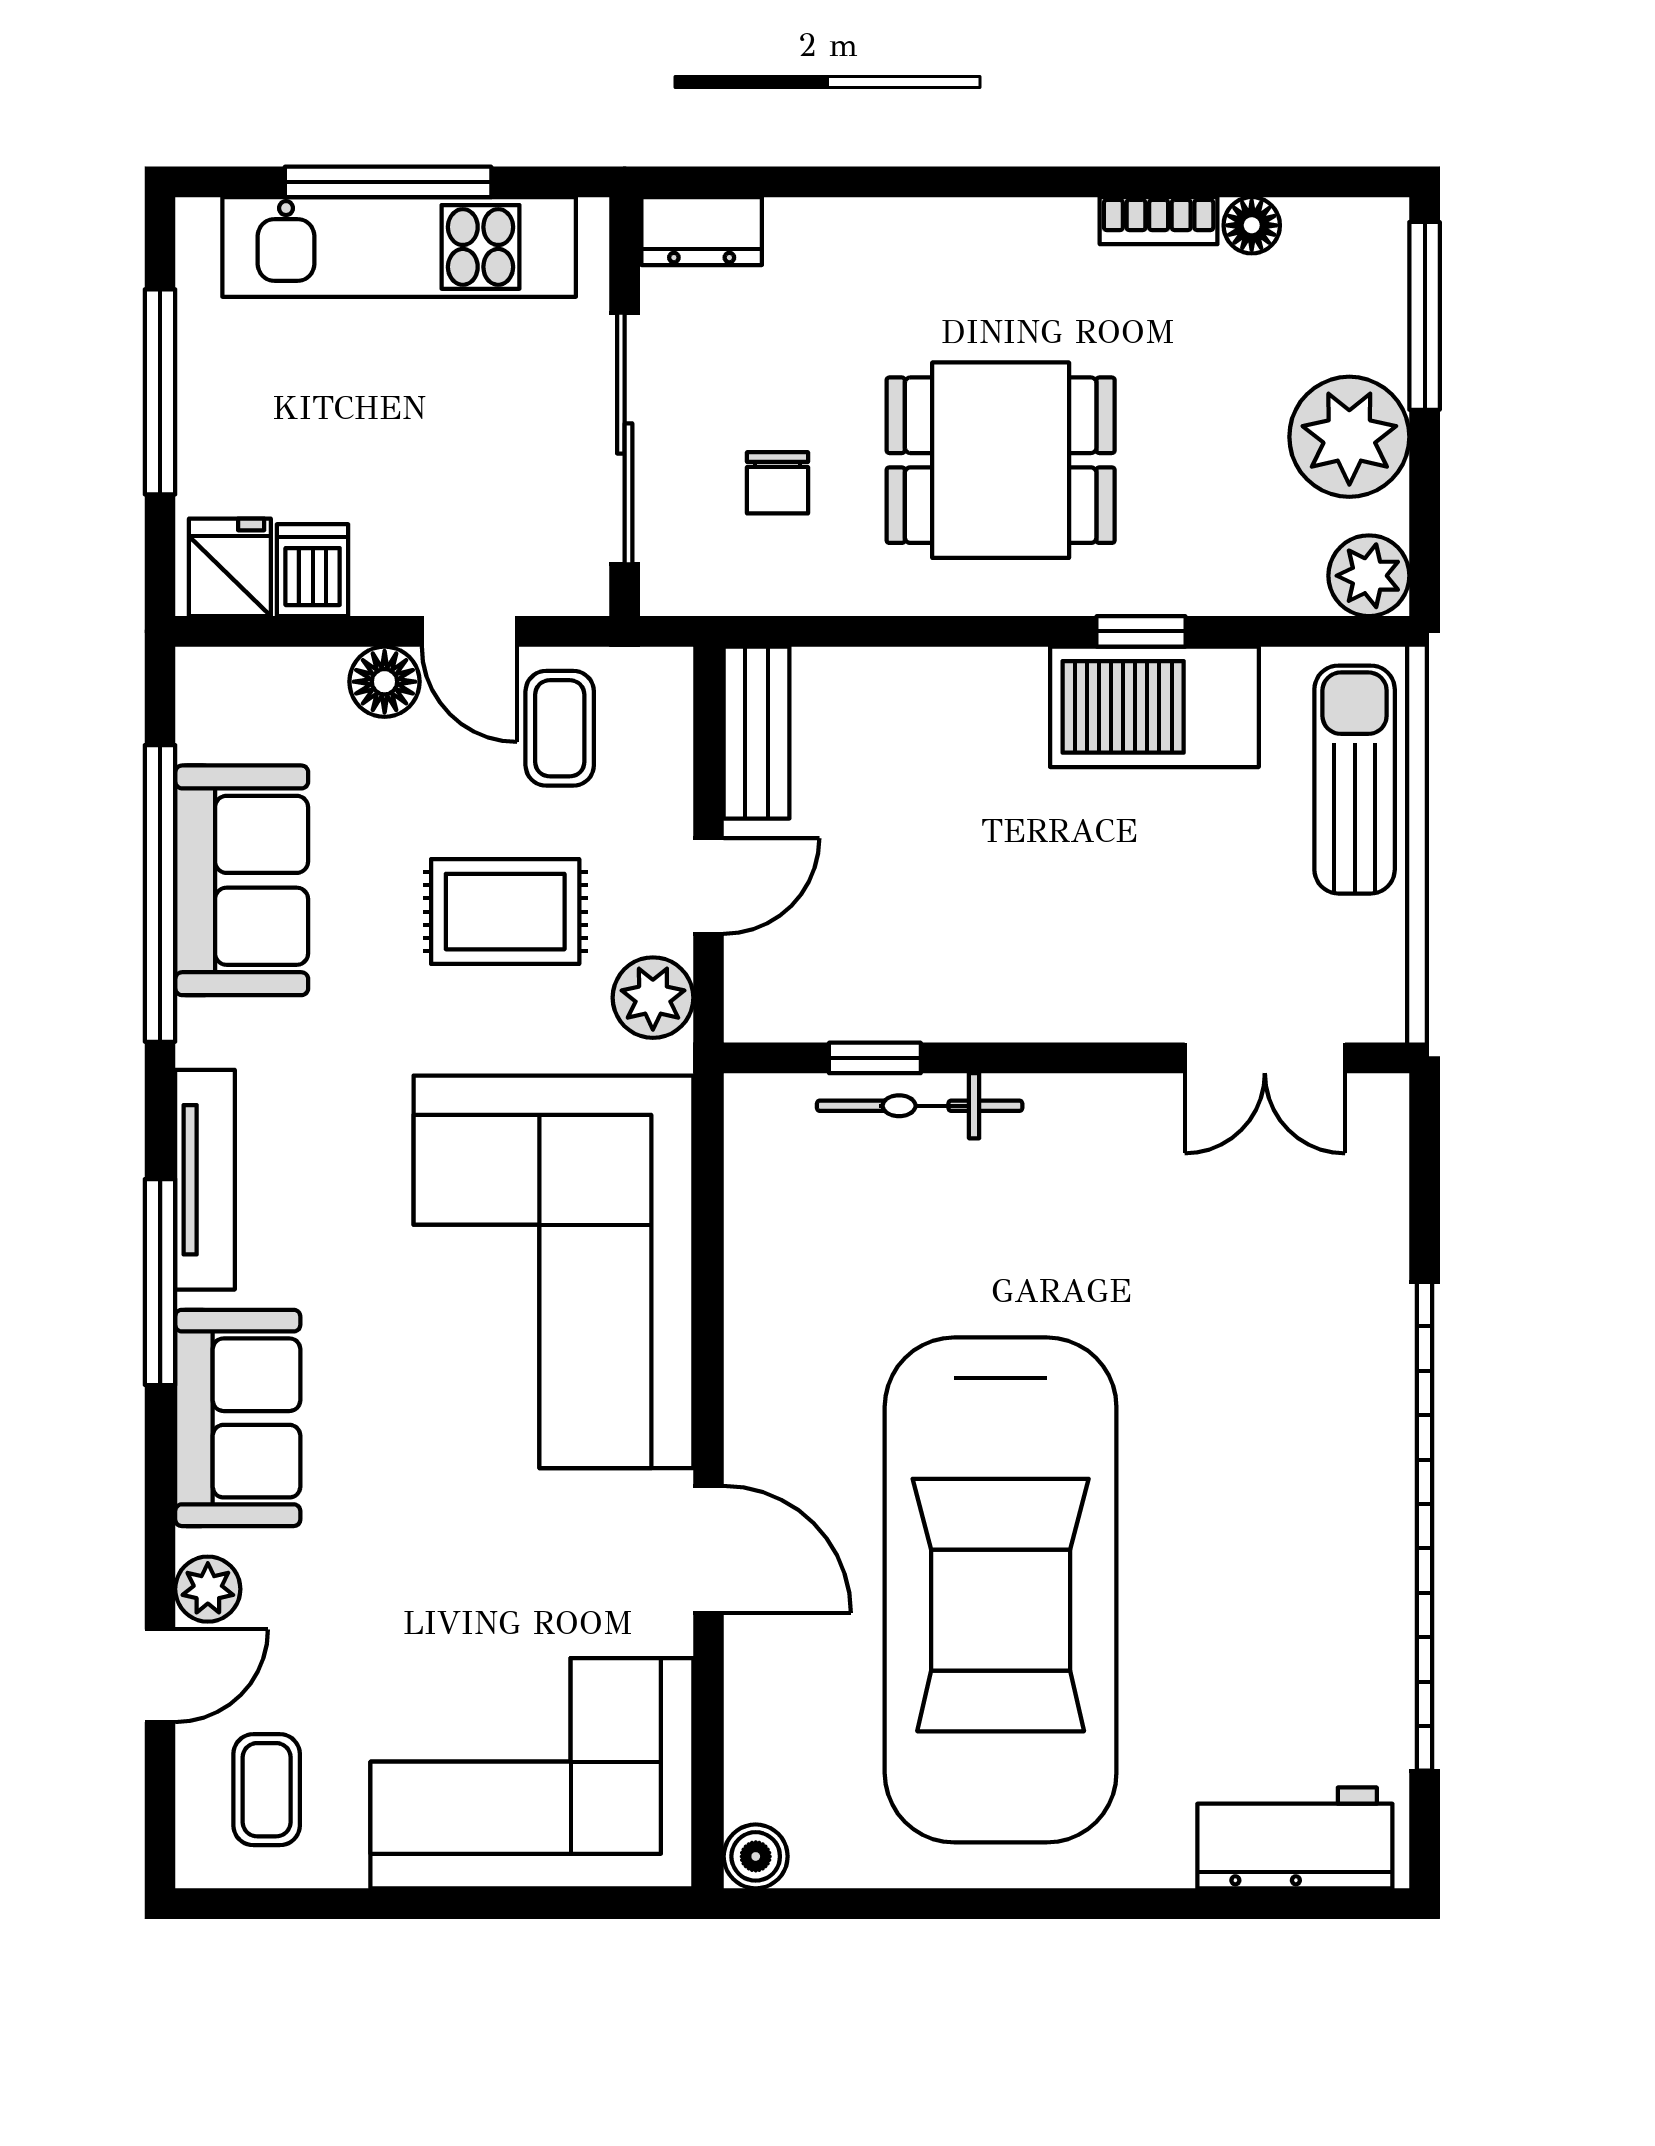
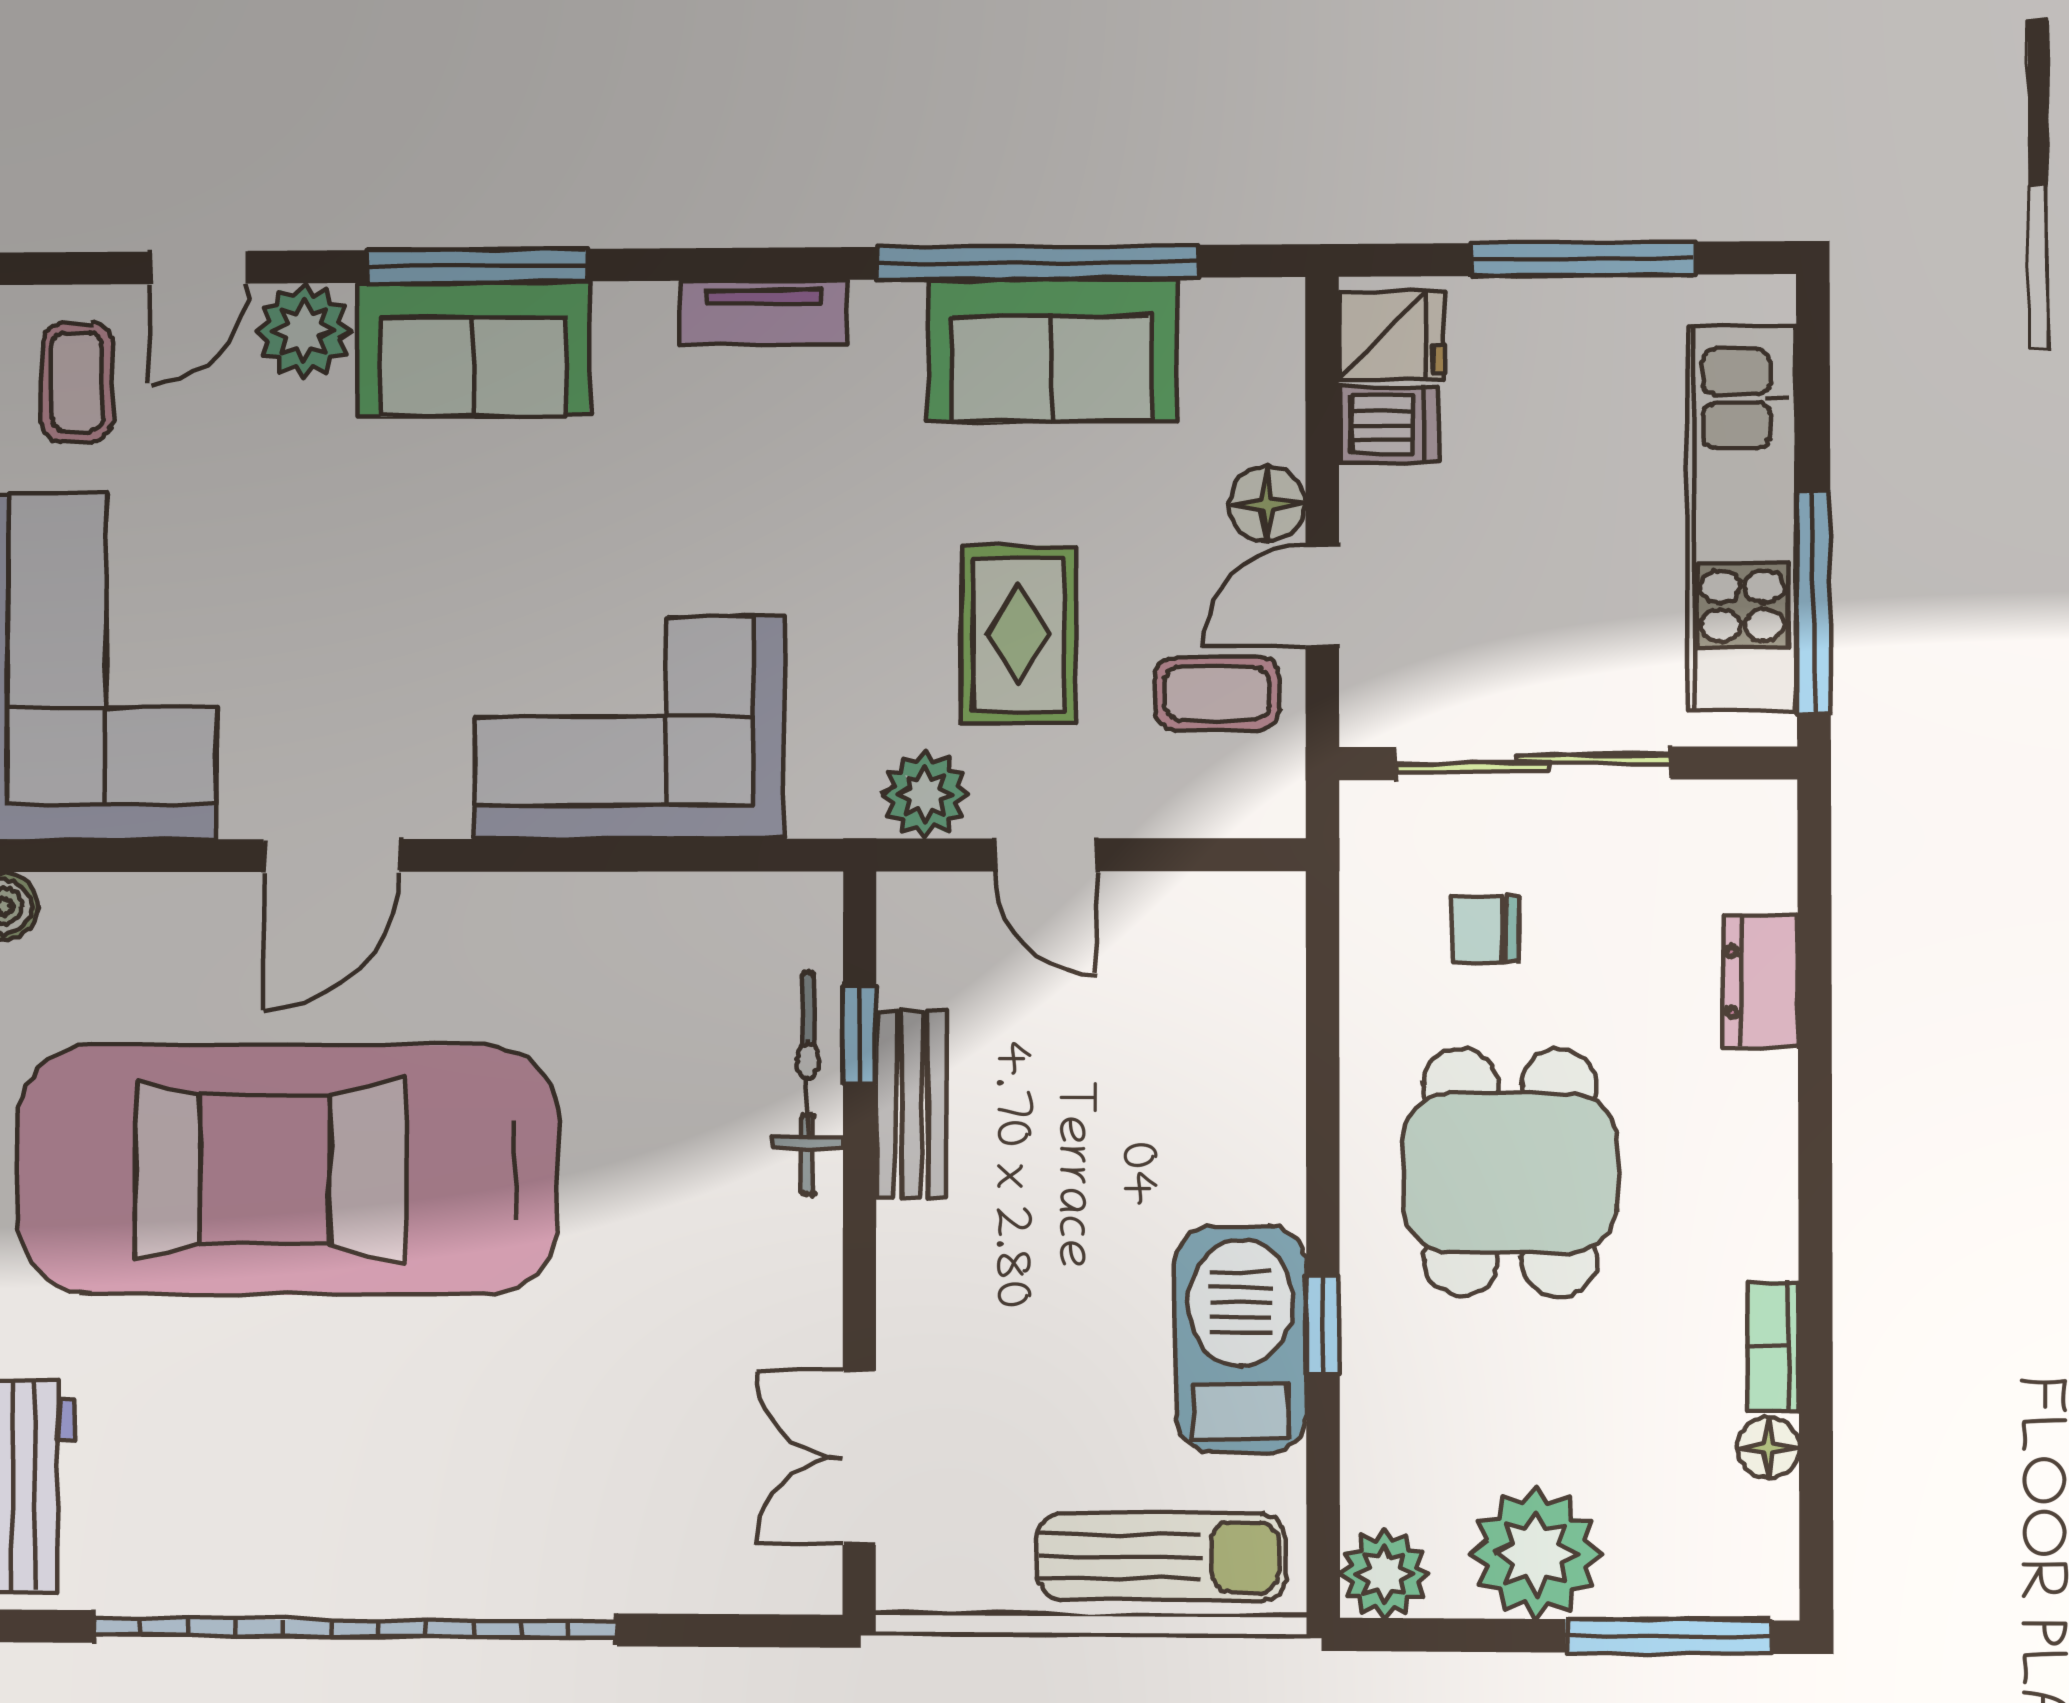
window: (388, 182) -> (1814, 602), moved
dresser: (702, 231) -> (1761, 982), moved
bench: (757, 733) -> (912, 1105), moved, turned 90
tv unit: (205, 1180) -> (763, 312), width x0.71
corner sofa: (553, 1272) -> (629, 728), width x0.73, depth x0.74
window: (160, 1282) -> (477, 266), moved
plant: (208, 1589) -> (304, 331), width x1.38, depth x1.38
door: (160, 1676) -> (199, 268), hinge flipped
coffee table: (267, 1790) -> (77, 382), turned 90

